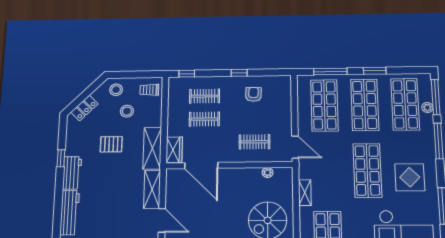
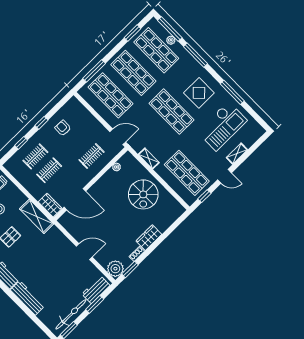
window: (375, 71) -> (132, 33), moved
window: (187, 74) -> (21, 143), moved
shelving: (152, 189) -> (61, 240), removed

